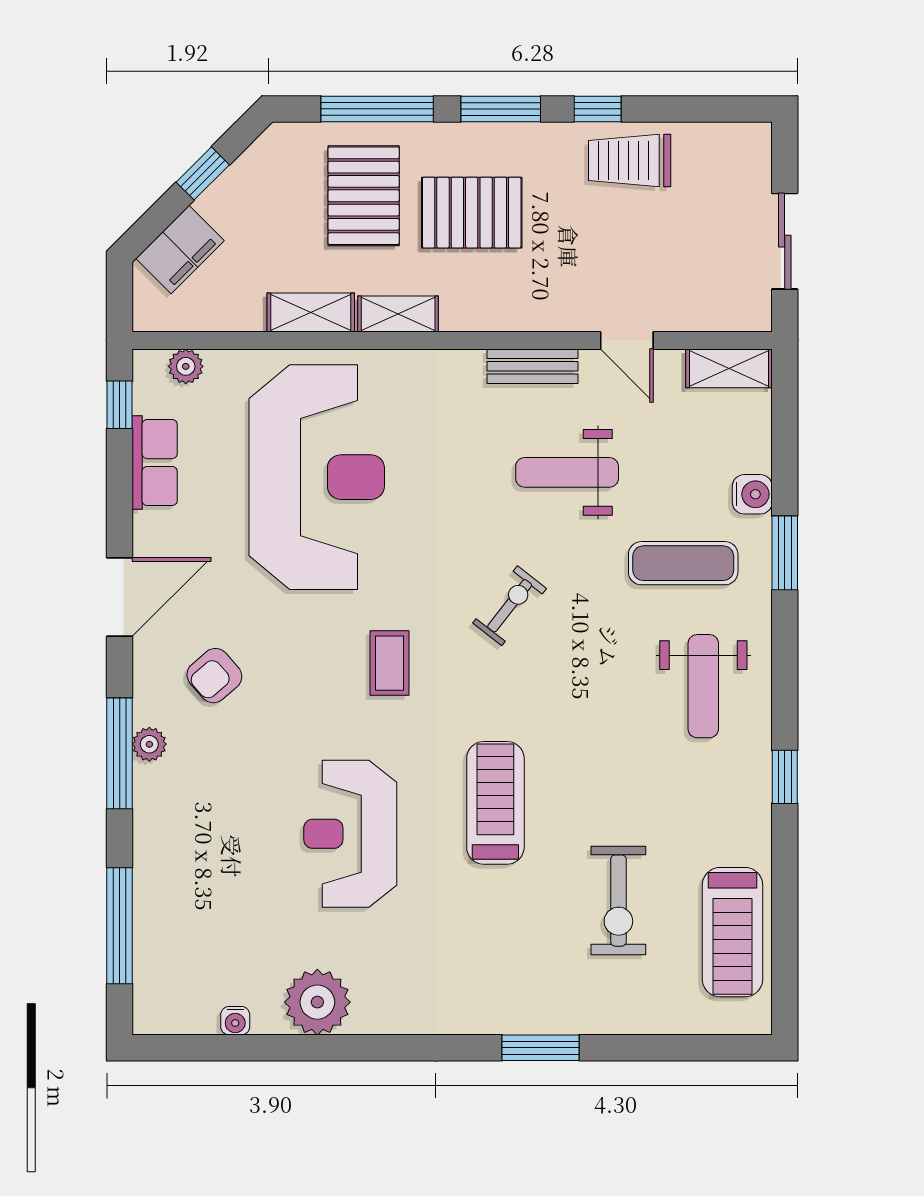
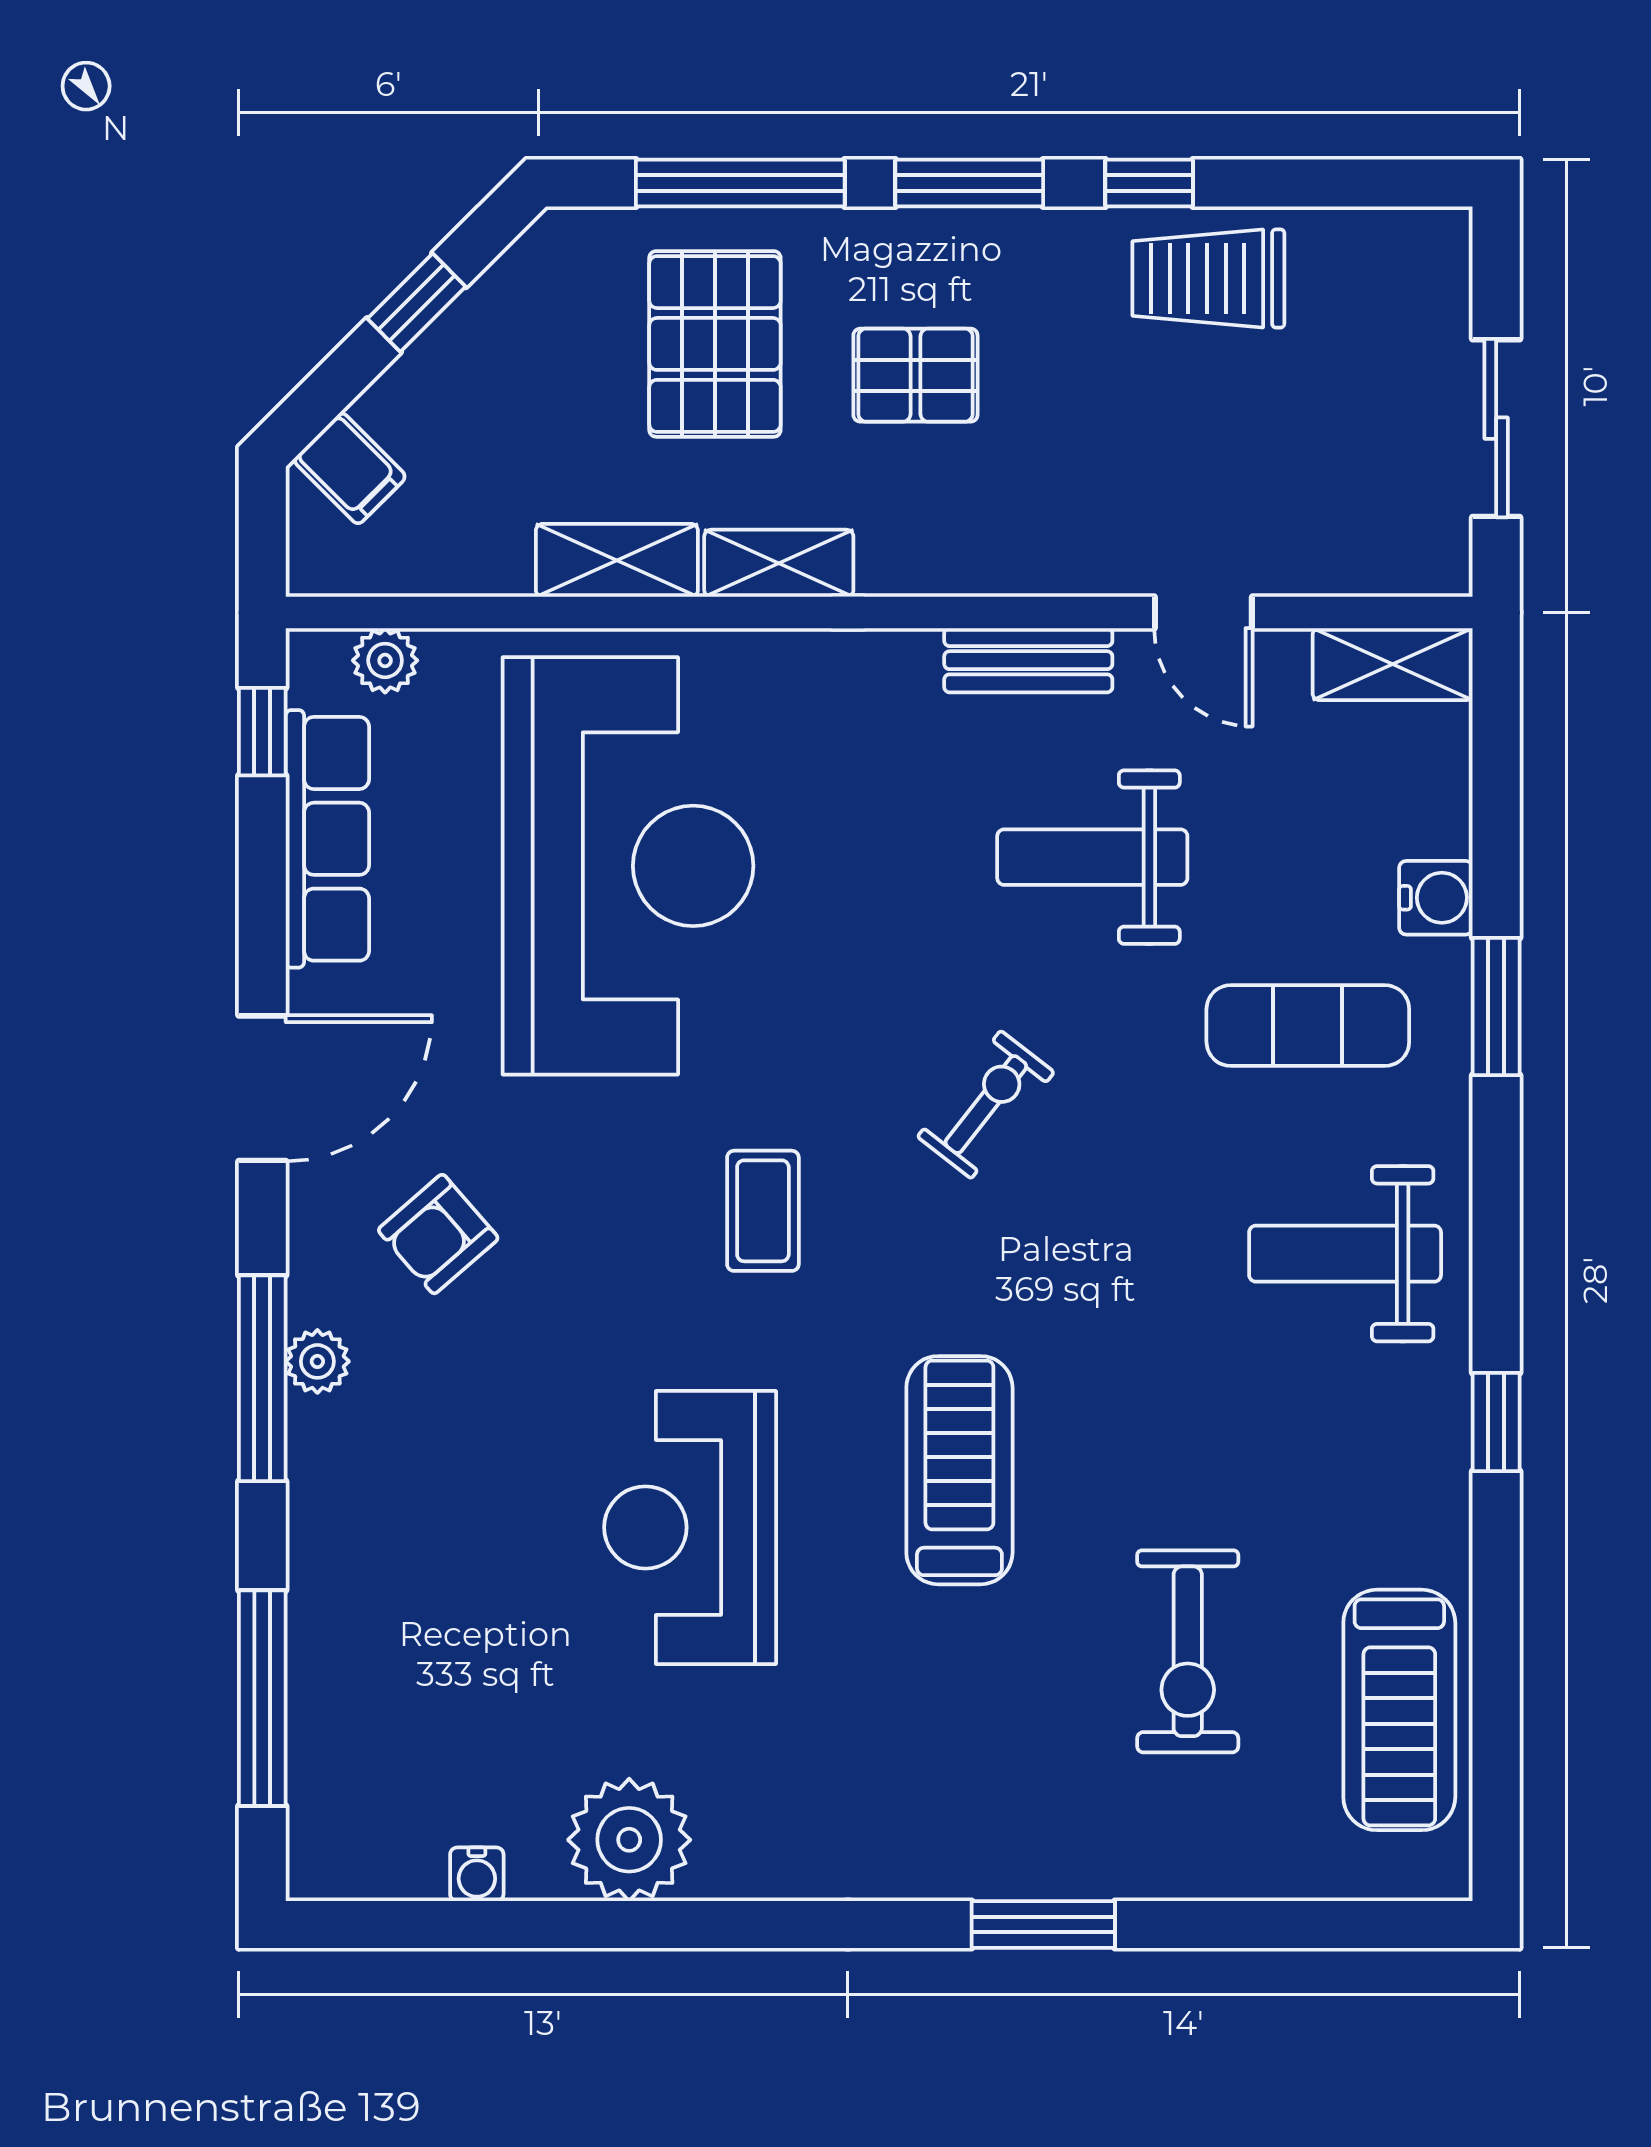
pallet: (472, 213) -> (915, 375), width x0.67, depth x0.71
filing cabinet: (180, 249) -> (350, 468), width x0.50
row of seats: (155, 463) -> (327, 839), width x1.48
weight bench: (703, 686) -> (1345, 1254), turned 90

